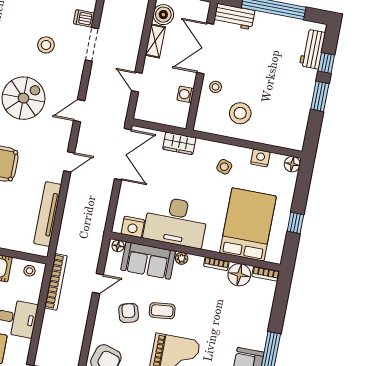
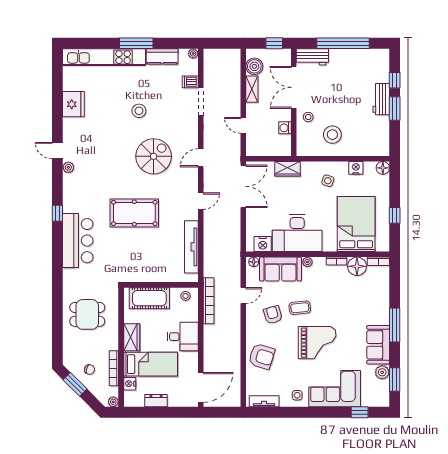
stool: (46, 45) -> (139, 111), moved
workbench: (312, 49) -> (381, 99), moved

